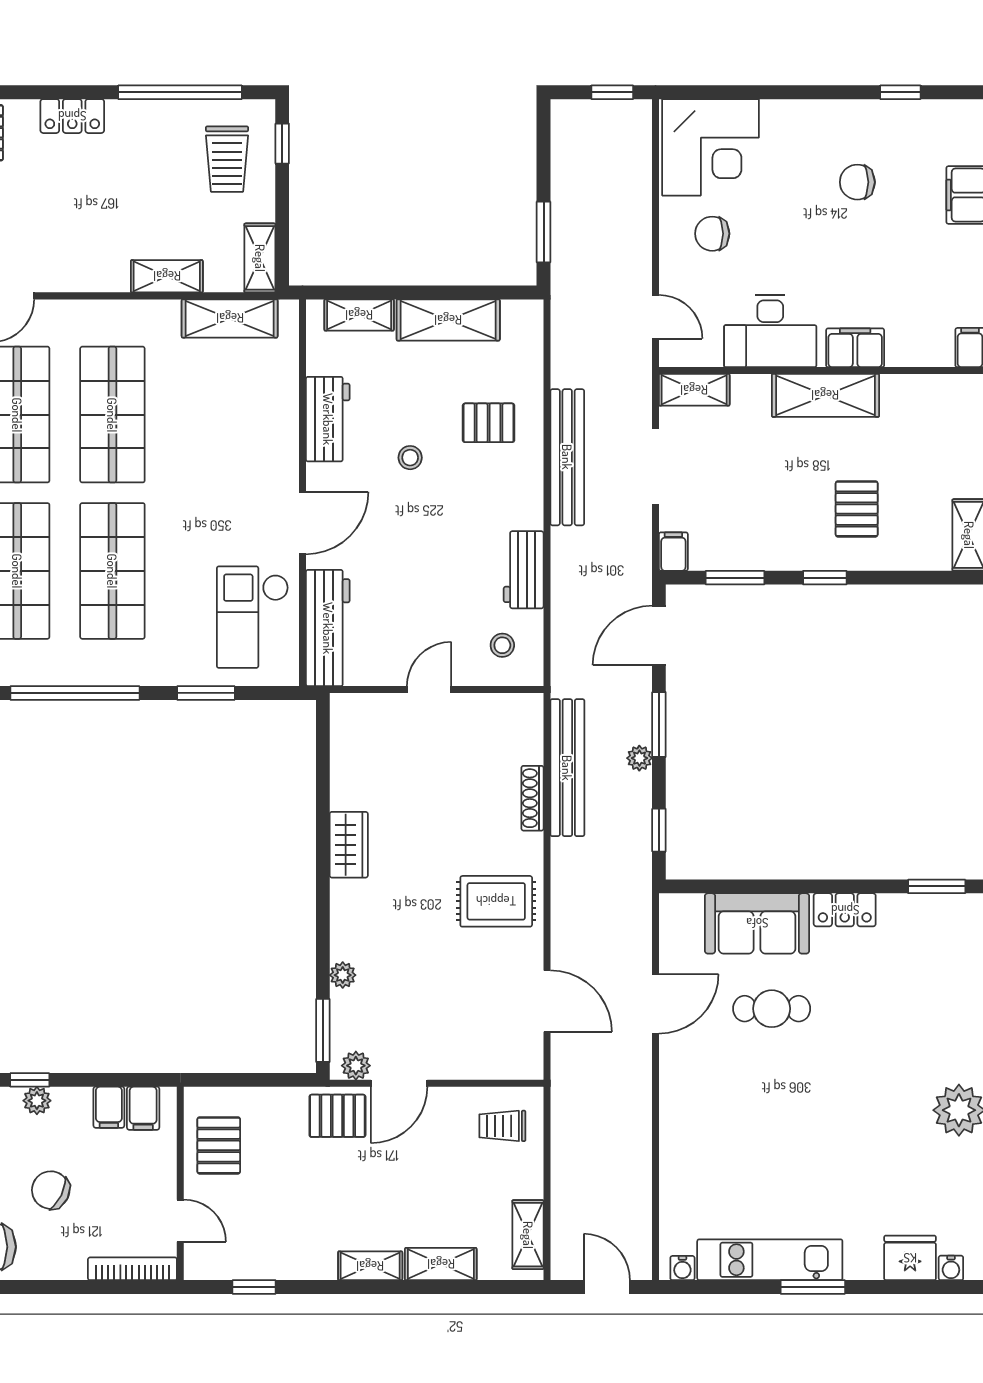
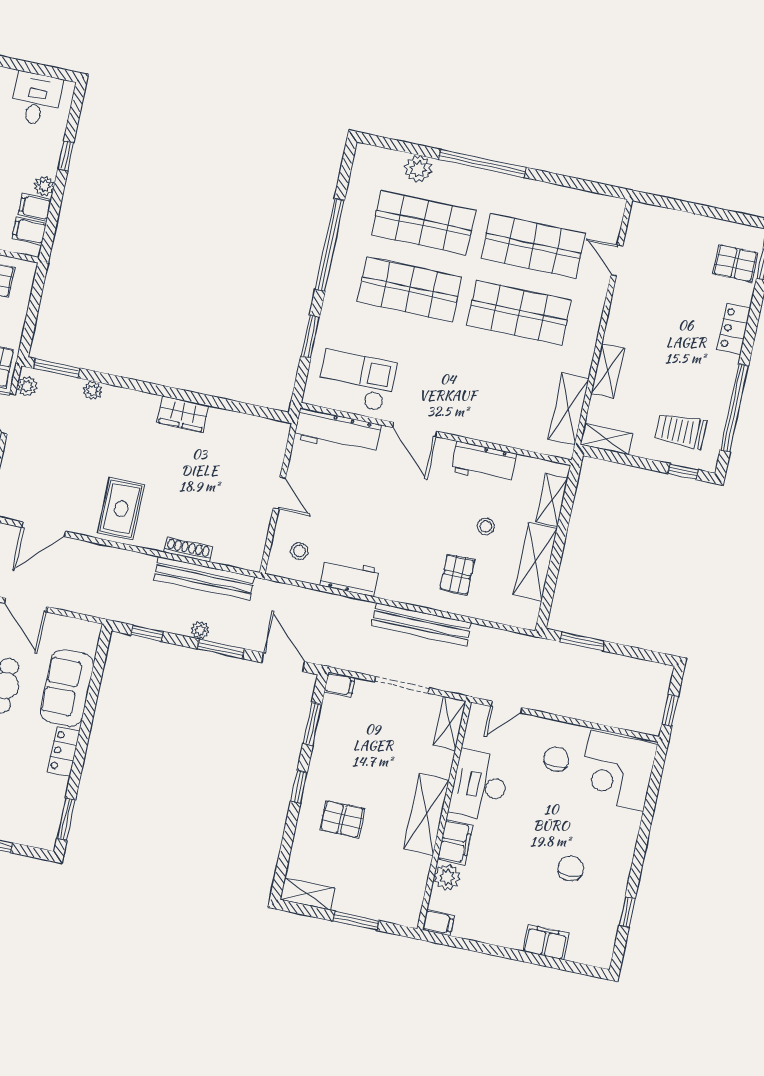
plant: (905, 349) -> (447, 877), added
stool: (410, 458) -> (486, 527), moved
plant: (37, 1101) -> (44, 186), moved

